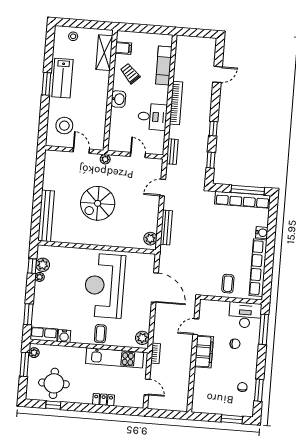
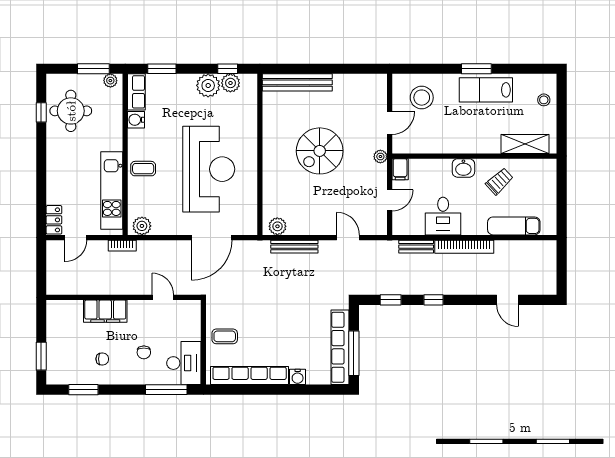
filing cabinet: (123, 48) -> (400, 169), moved
bench: (172, 152) -> (416, 247), moved
spiral stairs: (98, 203) -> (320, 151), turned -90
plant: (40, 277) -> (208, 85), width x1.88, depth x1.88
reception desk: (105, 286) -> (209, 169), turned 90
filing cabinet: (204, 352) -> (105, 311), moved
chair: (242, 387) -> (102, 359), moved
locker: (103, 400) -> (54, 220), moved

